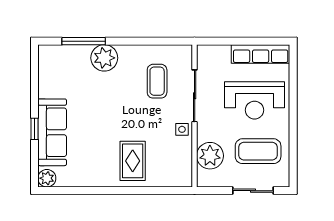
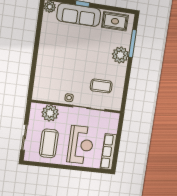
reception desk: (255, 100) -> (81, 145), turned 180
rug: (133, 161) -> (115, 21), moved

